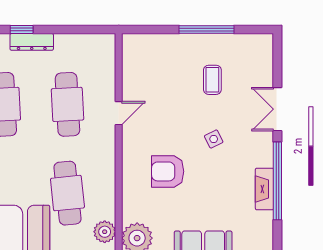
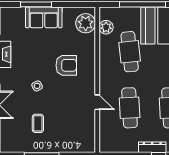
door: (119, 113) -> (97, 102), swing flipped

